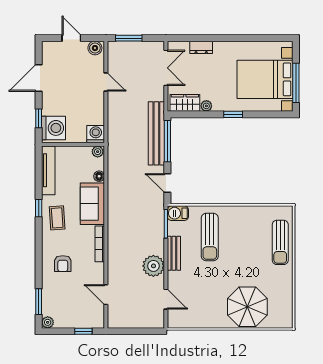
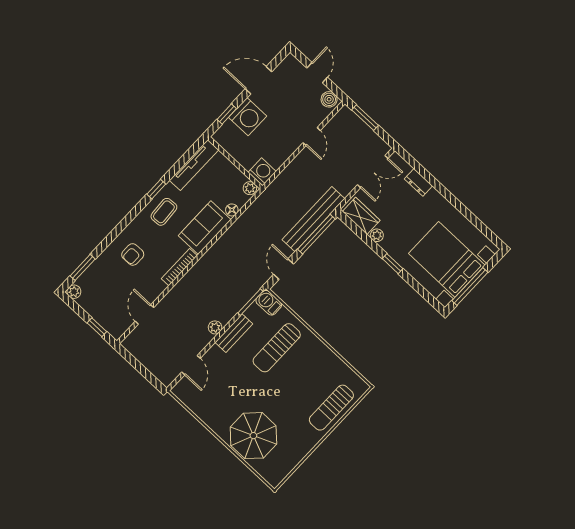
washing machine: (54, 128) -> (248, 117), moved
plant: (153, 266) -> (215, 327), width x0.53, depth x0.53

